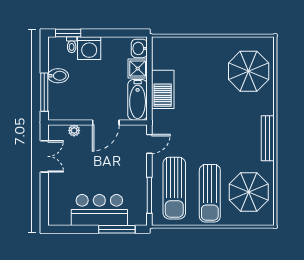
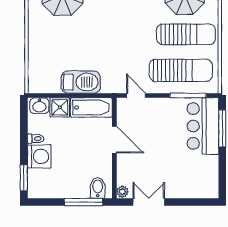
toilet: (72, 45) -> (36, 139), moved
bidet: (58, 76) -> (98, 188), moved
plant: (74, 130) -> (122, 192), moved
bar counter: (99, 210) -> (203, 126), moved

